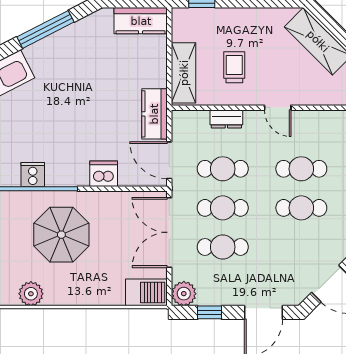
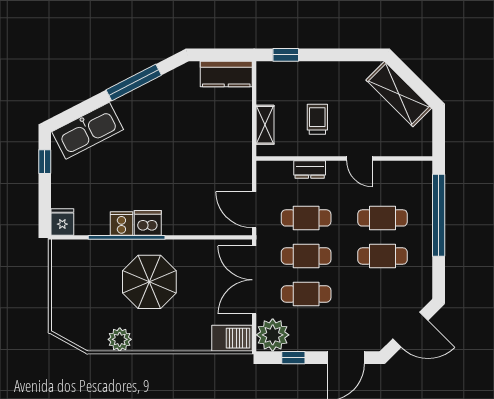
shelving: (184, 73) -> (265, 125), width x0.67, depth x0.75
kitchen counter: (154, 114) -> (240, 165), removed
dishwasher: (104, 174) -> (148, 223), moved
plant: (184, 294) -> (273, 335), width x1.36, depth x1.36

